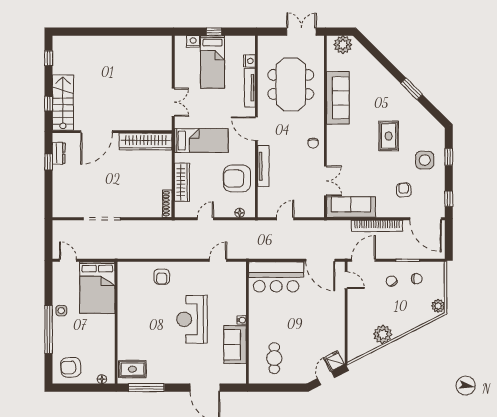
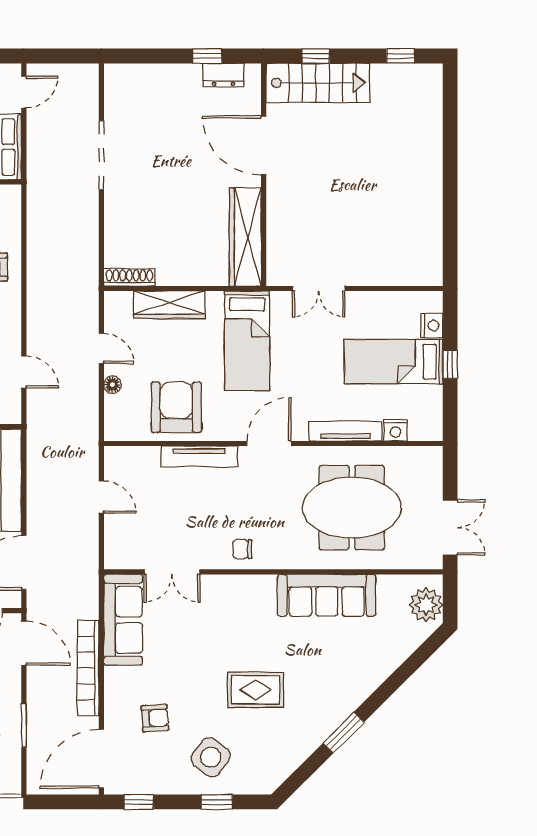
side table: (425, 160) -> (211, 757), turned 37
floor lamp: (240, 213) -> (112, 385), moved

